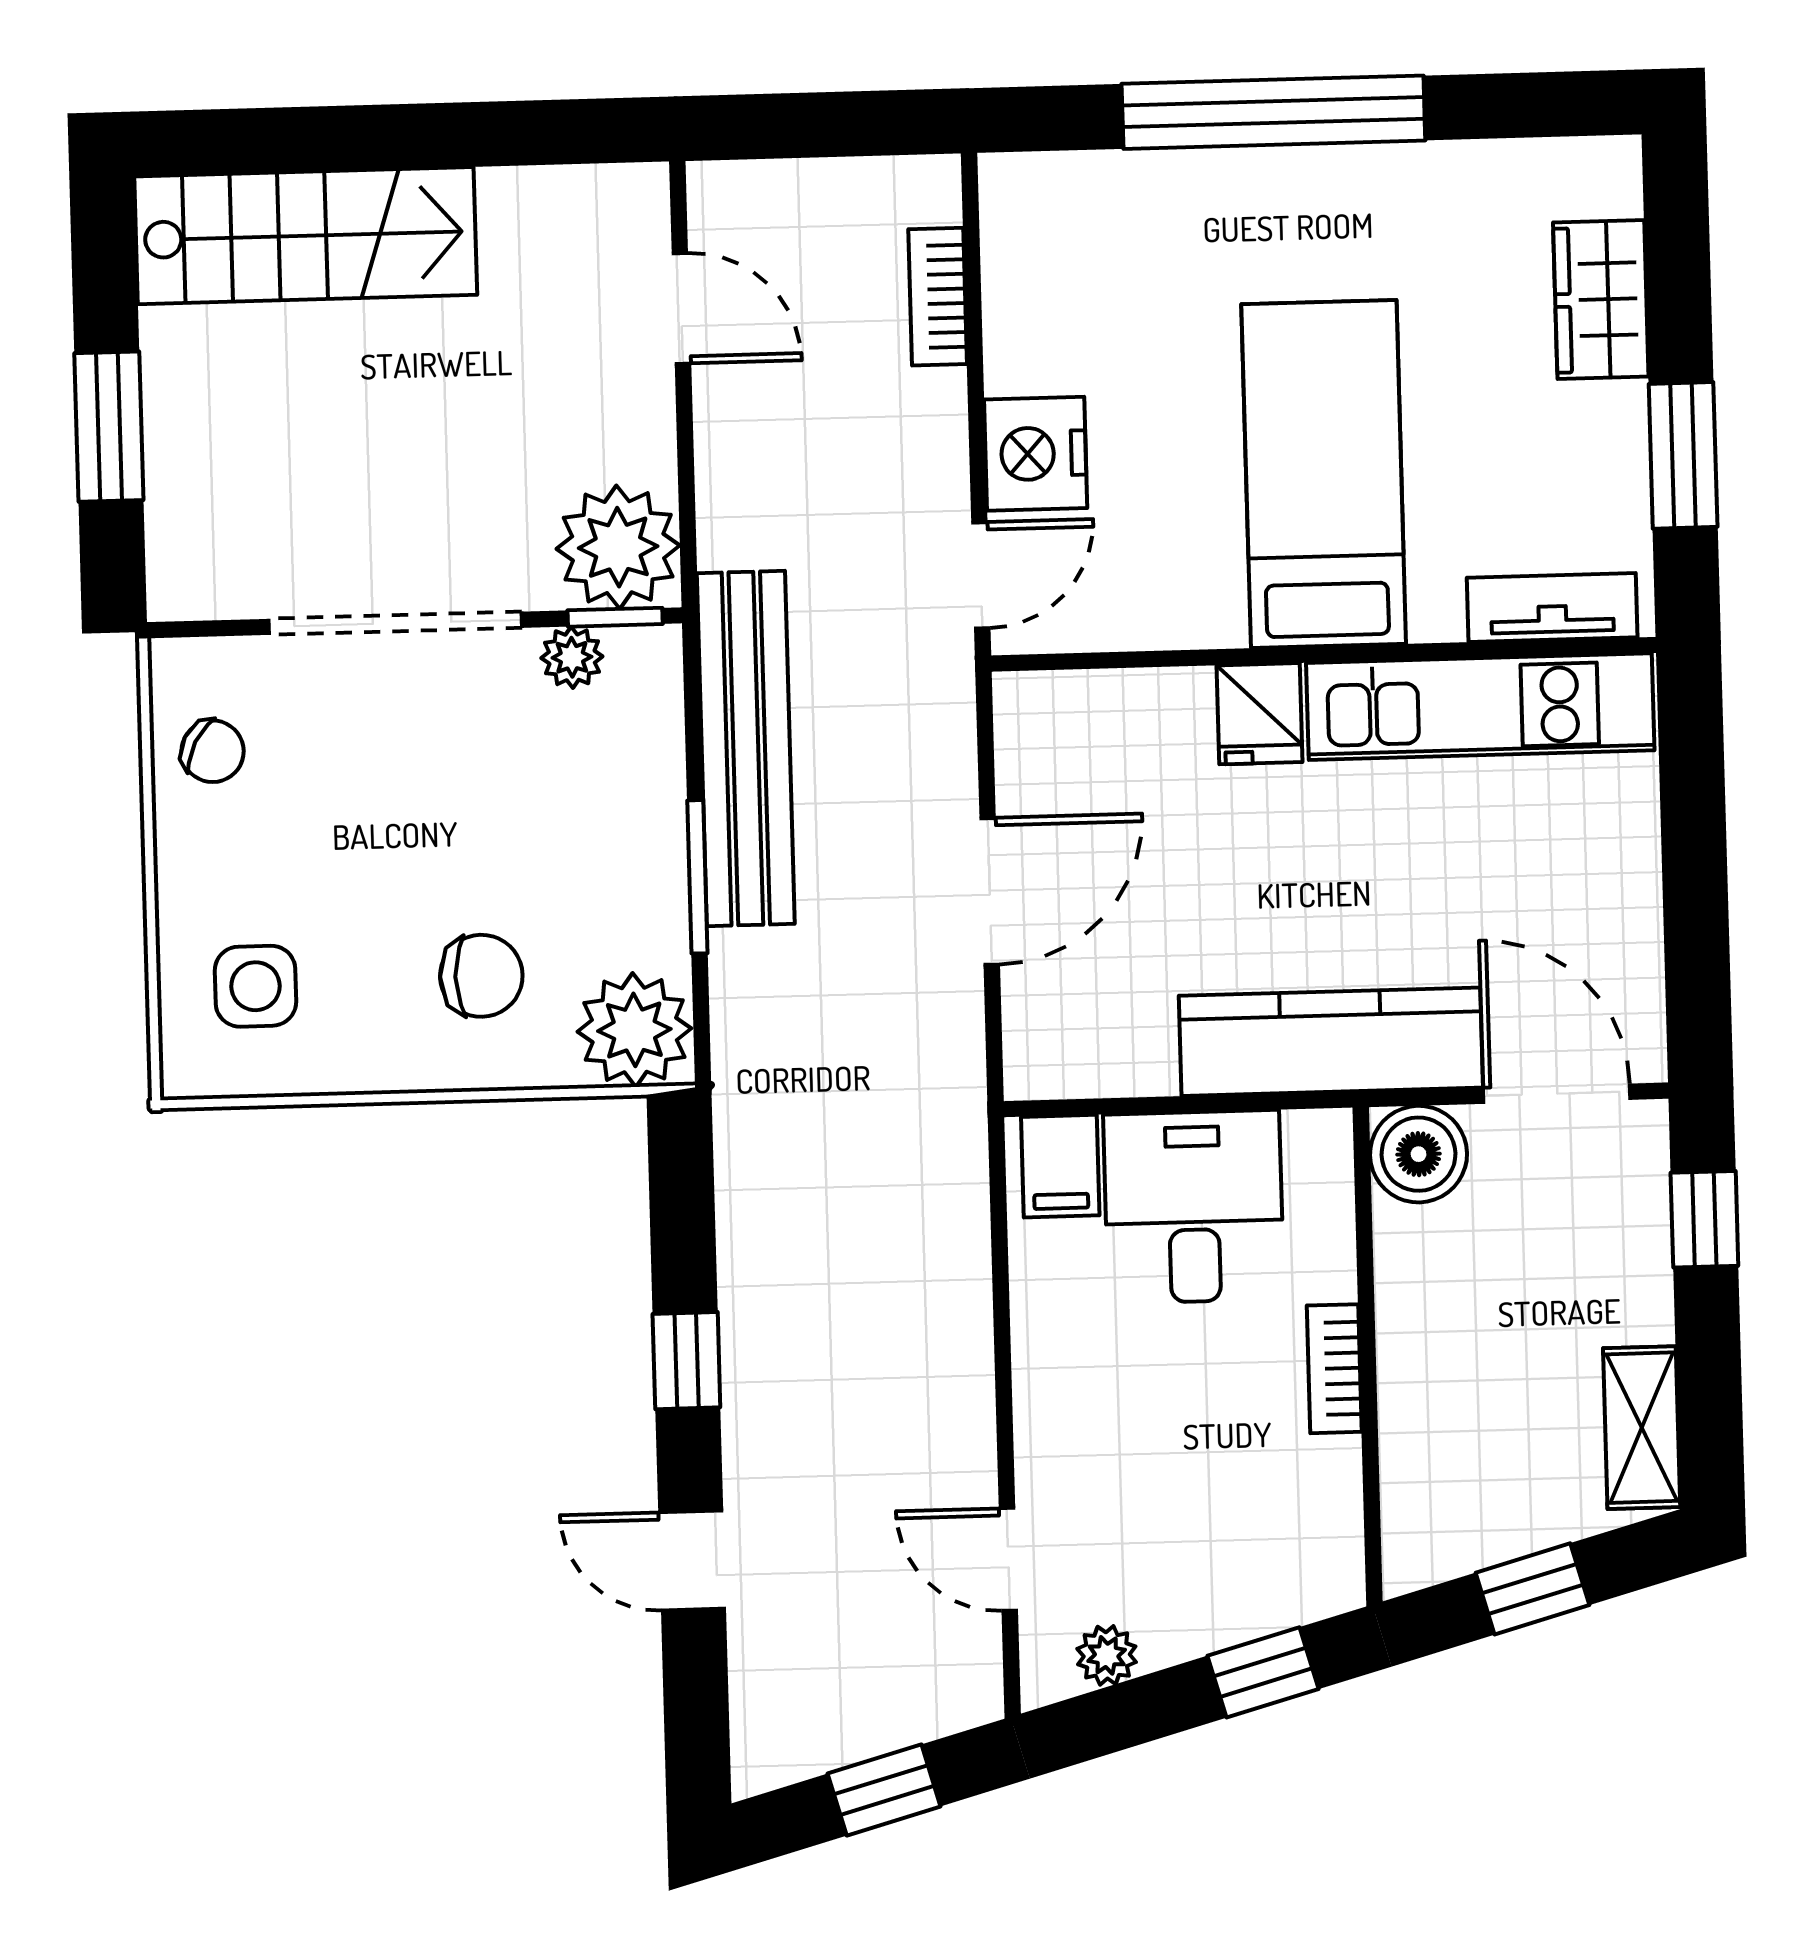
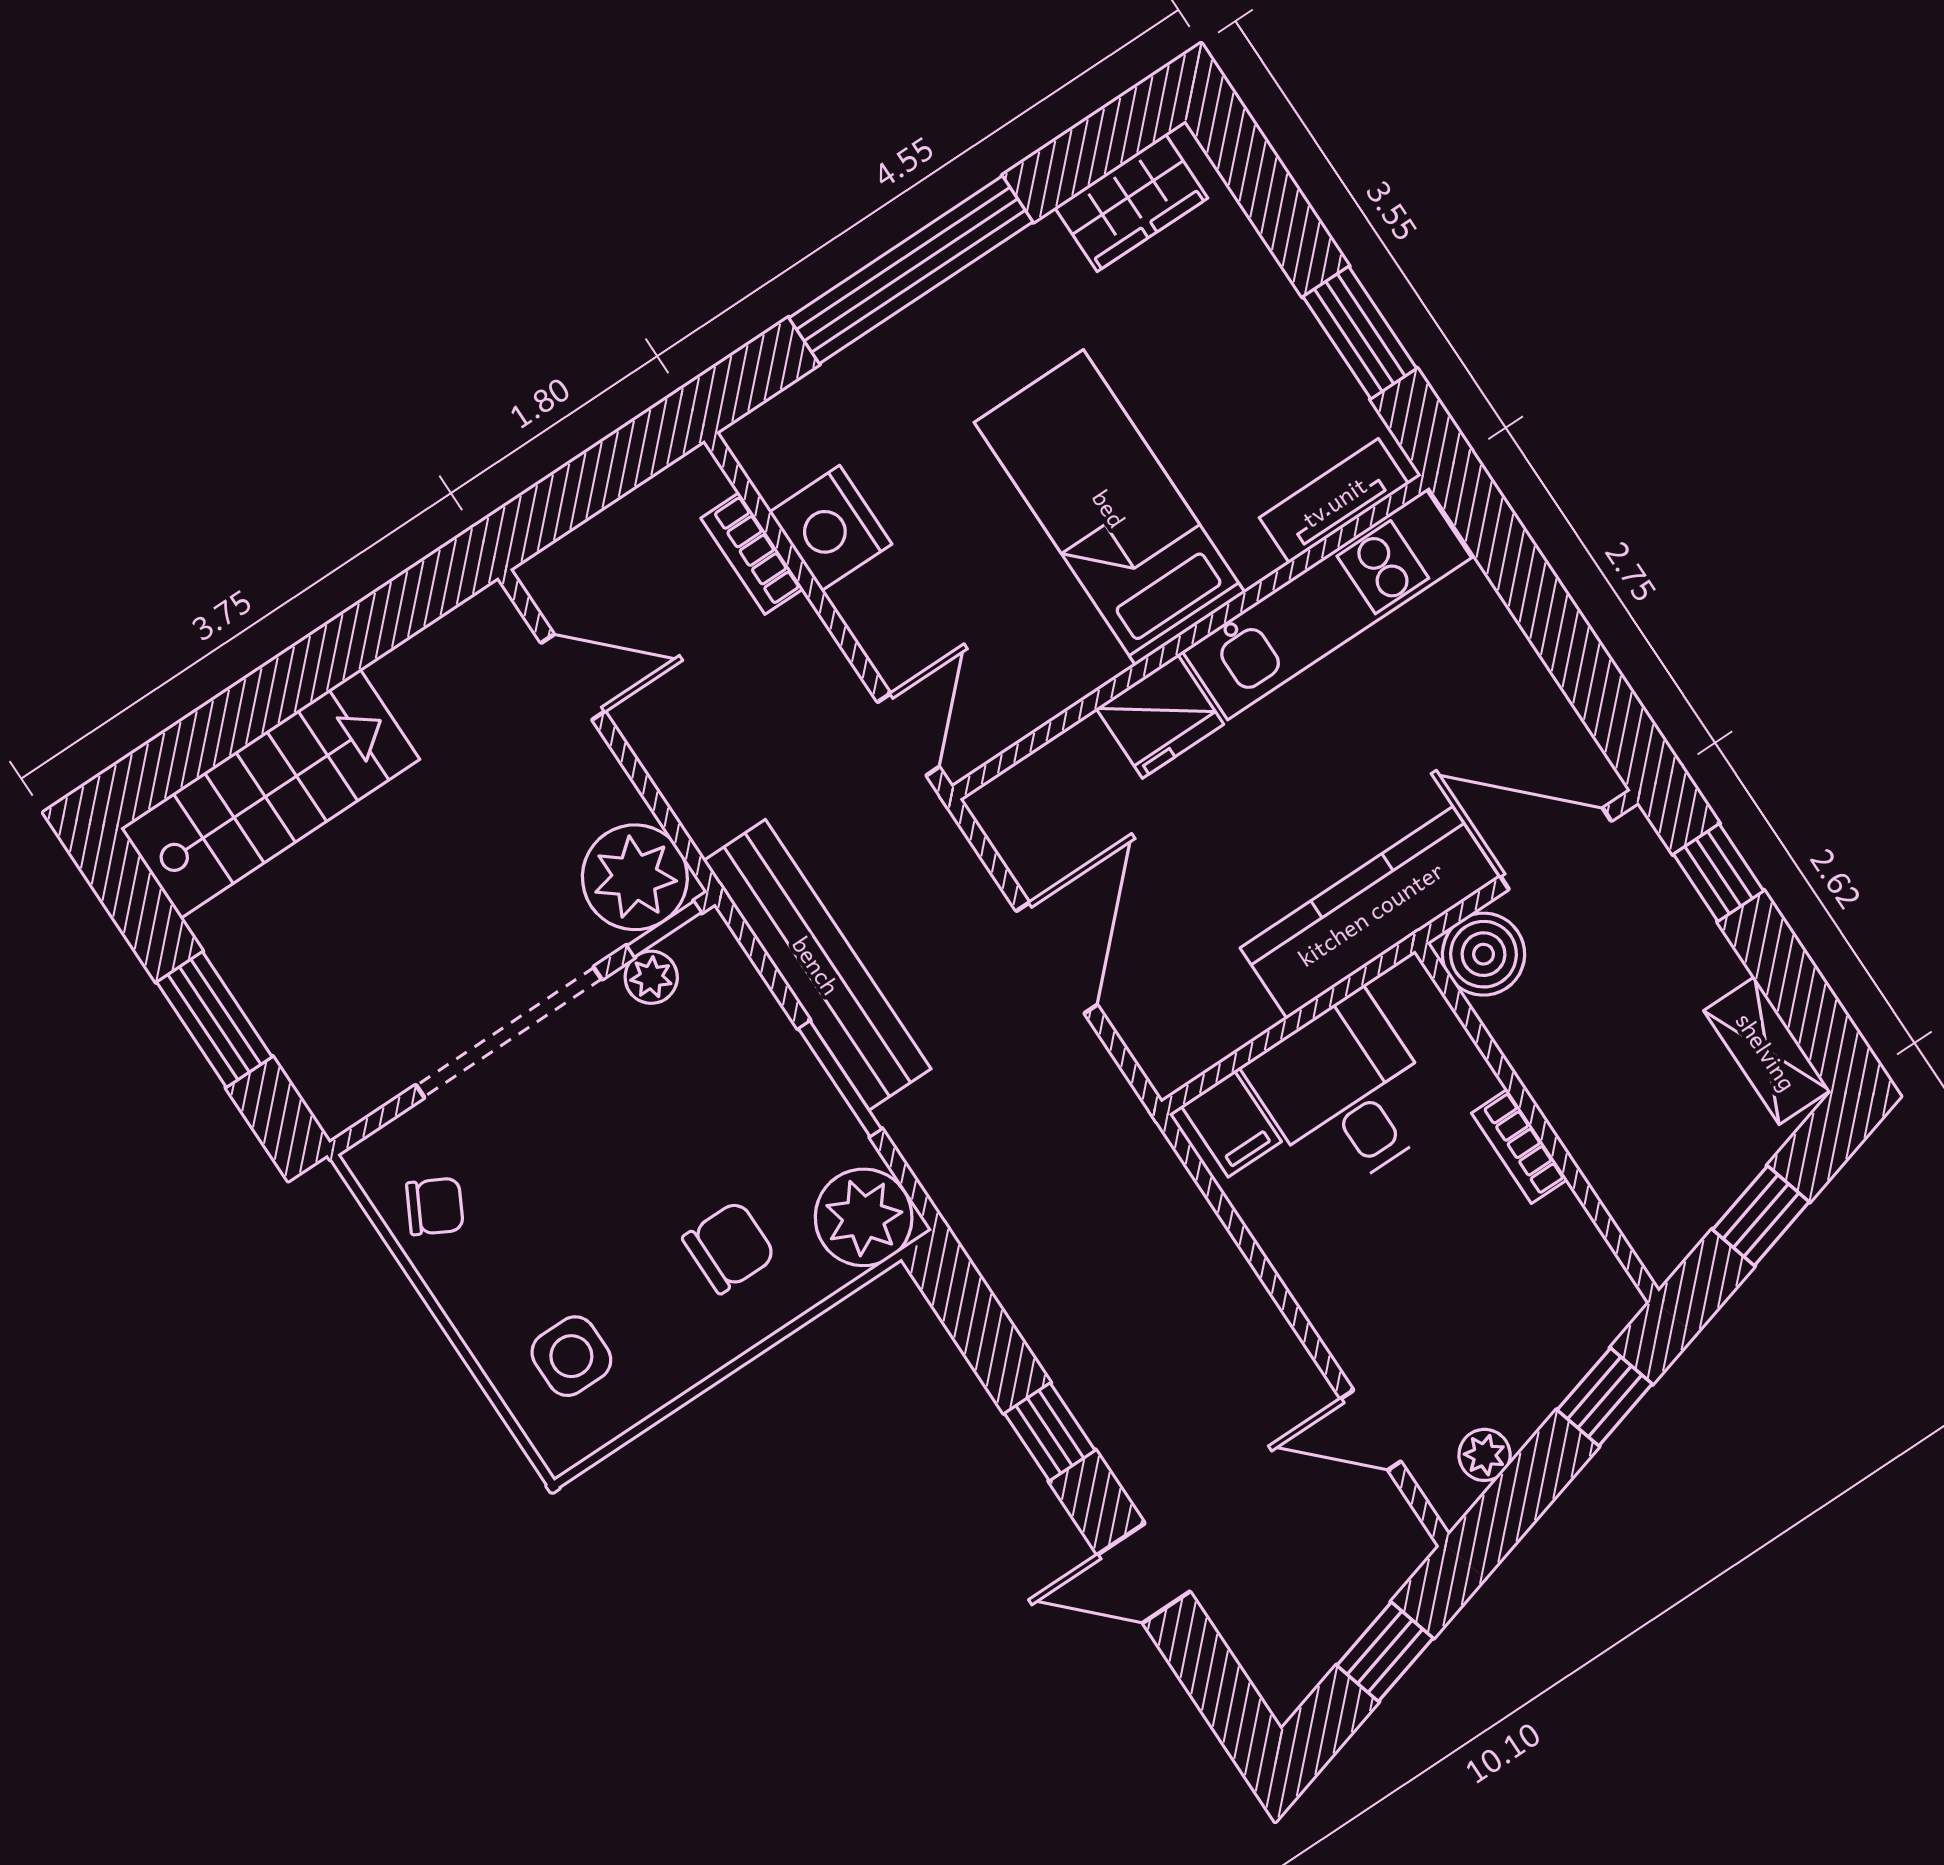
wardrobe: (1601, 299) -> (1131, 203), moved, turned -90
nightstand: (1036, 454) -> (831, 528), moved
fridge: (1260, 714) -> (1160, 716), width x1.38

